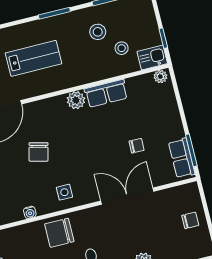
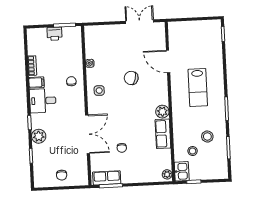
chair: (59, 233) -> (71, 81), width x0.54, depth x0.54

